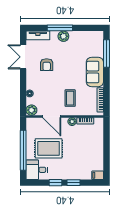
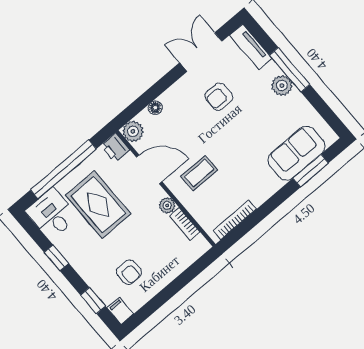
window: (107, 53) -> (311, 171), width x0.69
sofa: (95, 72) -> (296, 153), moved
door: (52, 116) -> (149, 169), swing flipped
printer: (32, 123) -> (115, 148), added
armchair: (85, 159) -> (129, 272), added
window: (74, 183) -> (93, 301), moved

